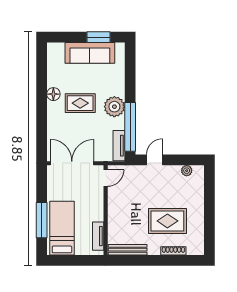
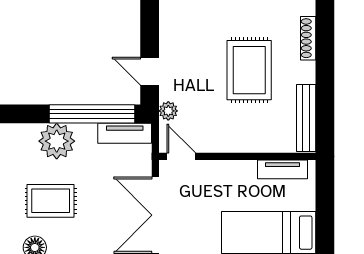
rug: (80, 103) -> (51, 201), turned 90
plant: (187, 171) -> (168, 111), moved
rug: (167, 221) -> (249, 70), moved

